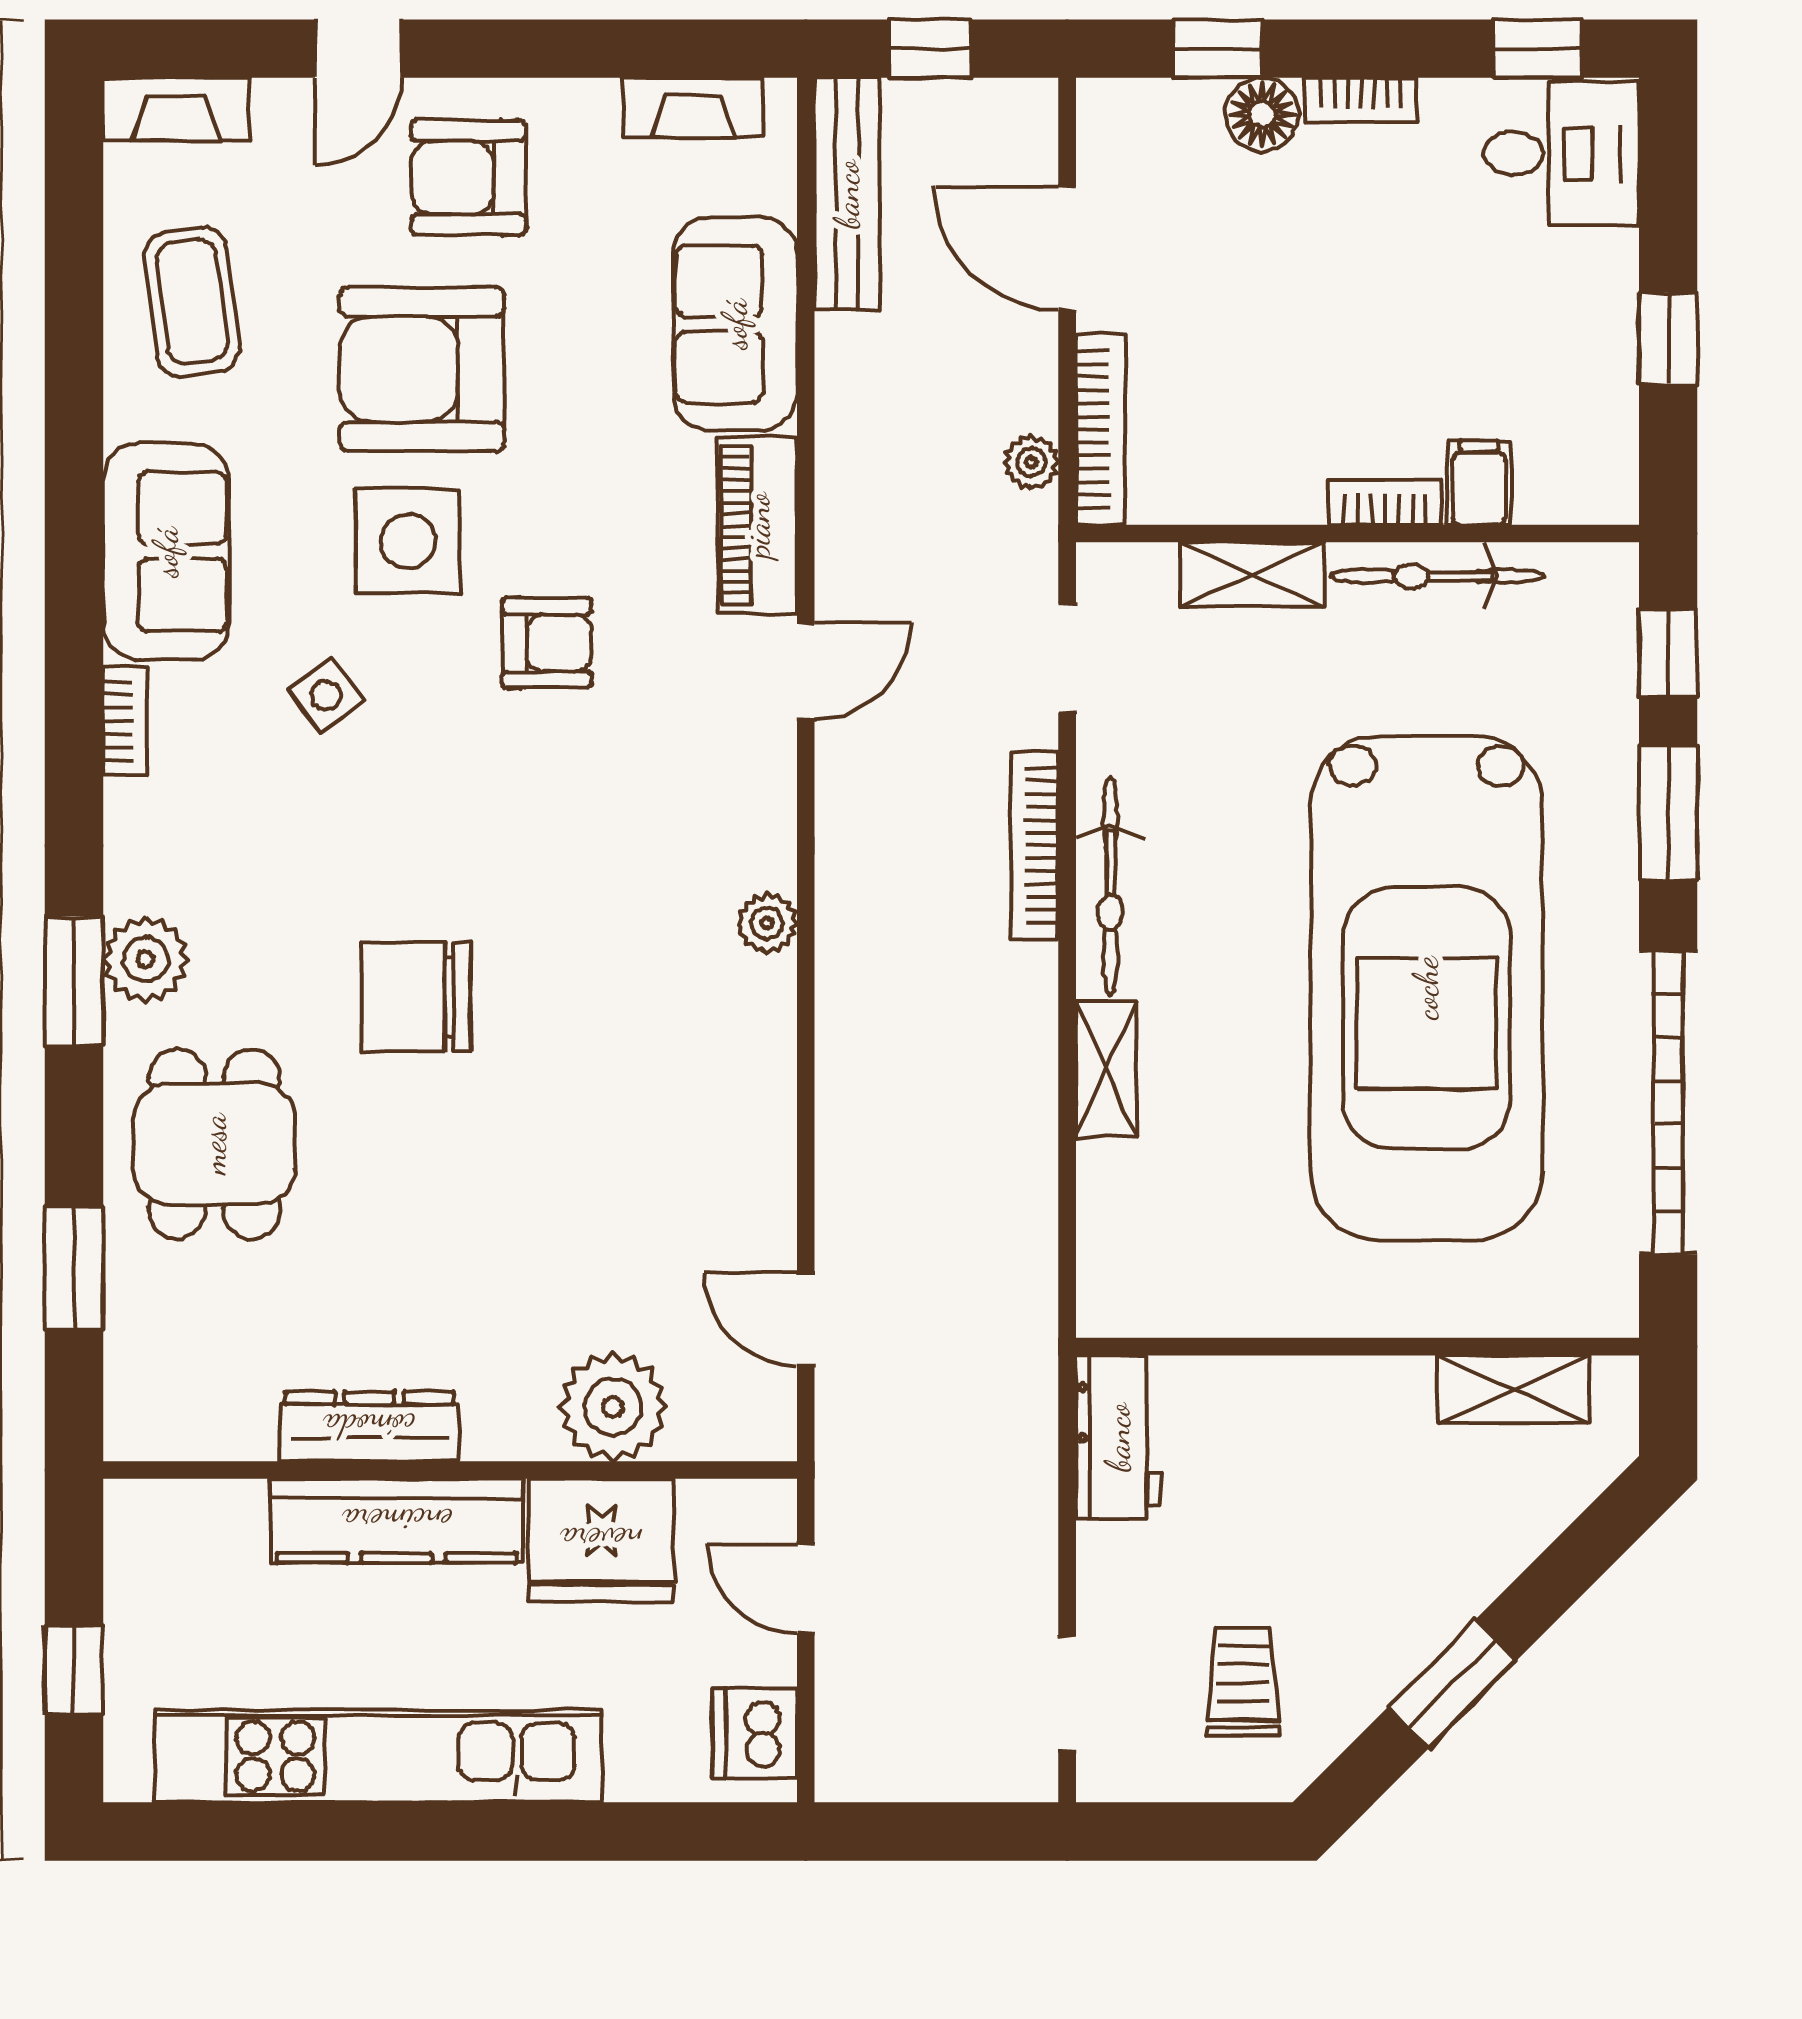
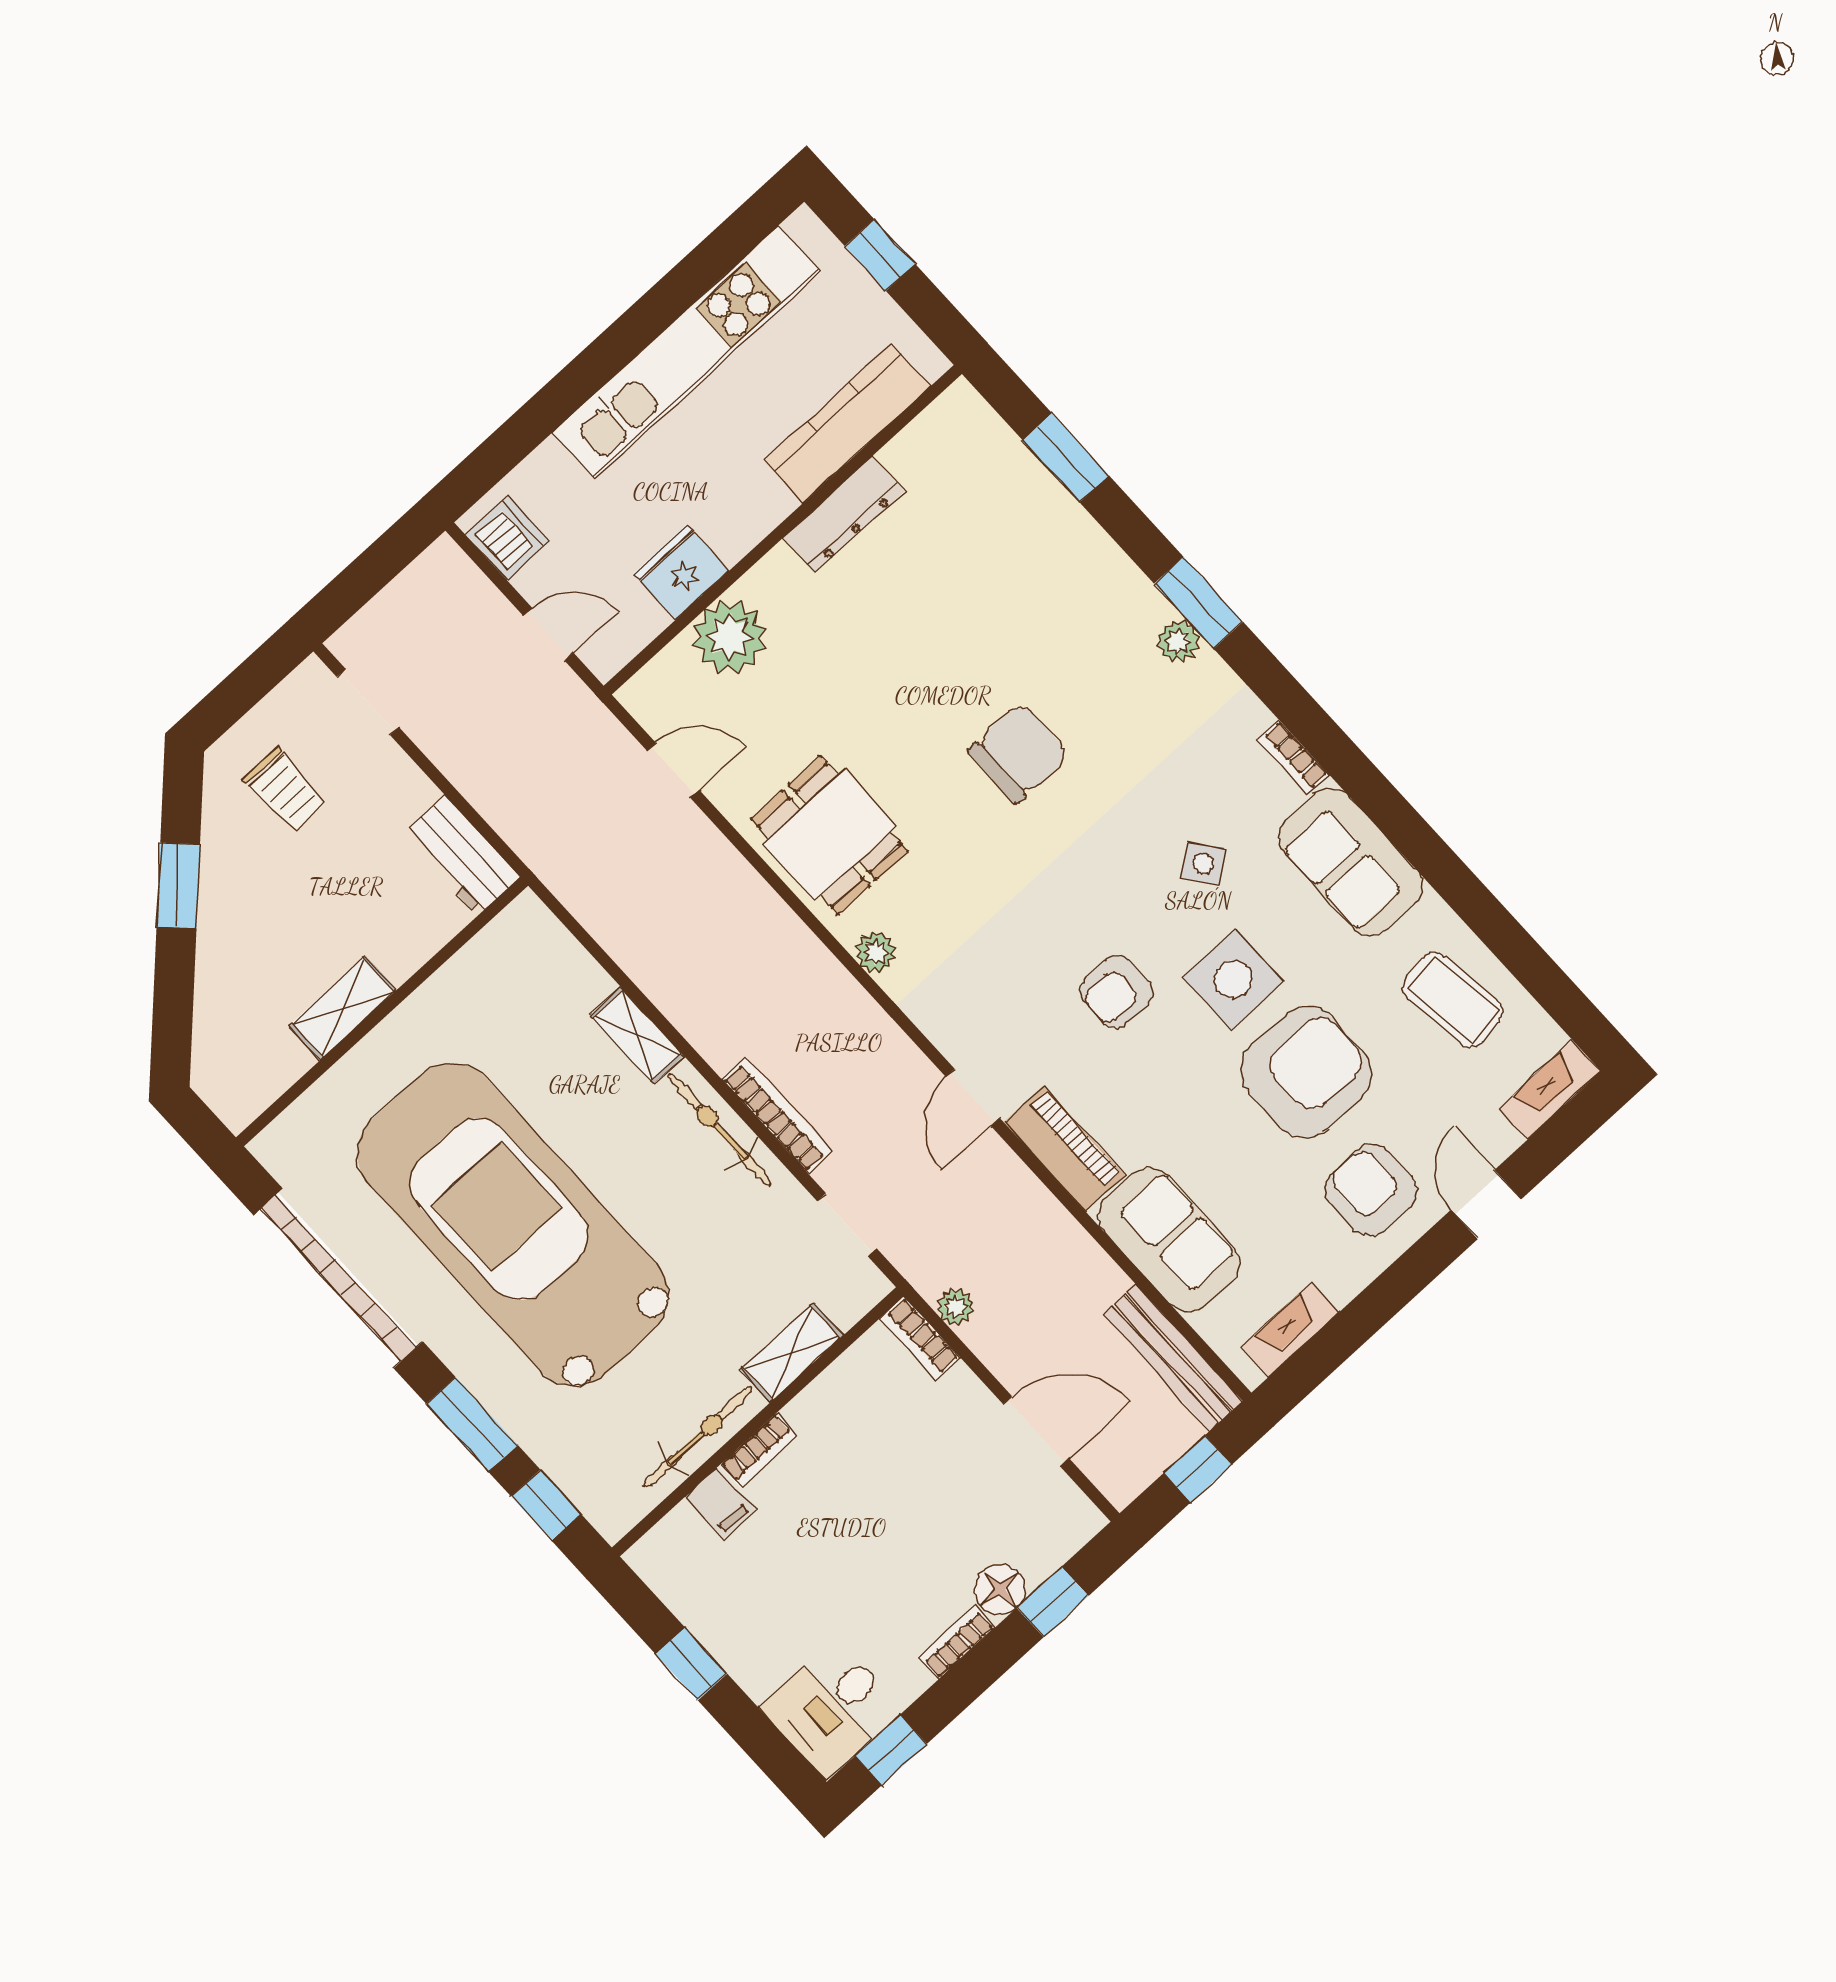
armchair: (468, 178) -> (1371, 1190), turned -90
bookcase: (1100, 429) -> (920, 1338), width x0.64
plant: (146, 960) -> (1178, 641), width x0.73, depth x0.73
dining table: (214, 1144) -> (829, 835), moved
shelving: (1514, 1389) -> (343, 1008), moved
kitchen counter: (397, 1521) -> (847, 424), moved
fridge: (601, 1540) -> (681, 572), width x0.73, depth x0.75

